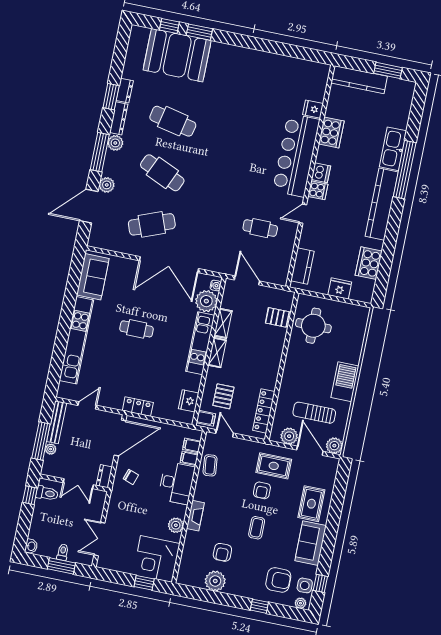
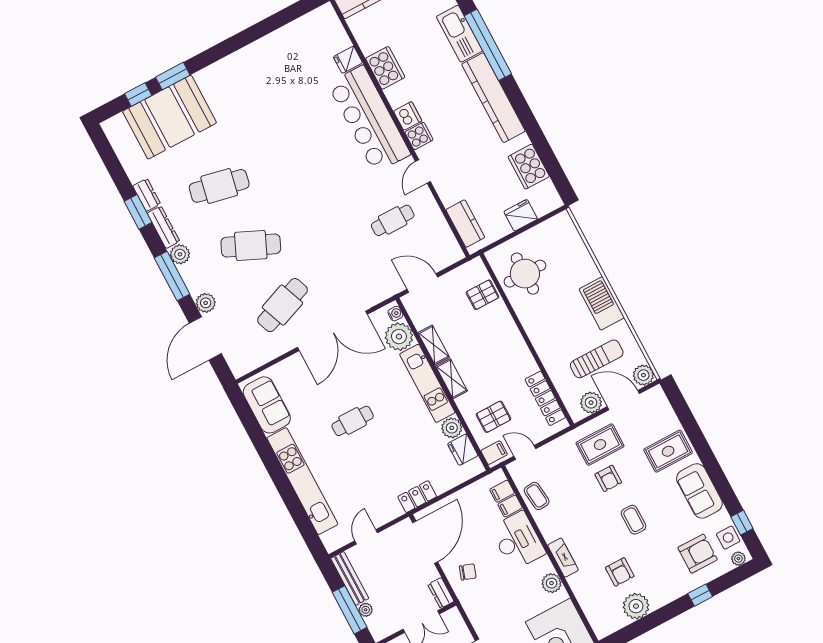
plant: (193, 382) -> (452, 428), added
pallet: (223, 396) -> (494, 417), turned 90
sun lounger: (314, 413) -> (597, 359), turned 180
rug: (311, 504) -> (668, 451), turned 90

